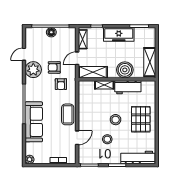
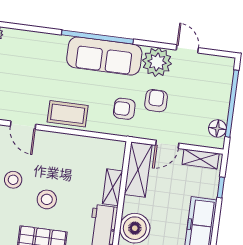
floor lamp: (51, 32) -> (217, 128), moved
door: (77, 58) -> (167, 144), swing flipped
sofa: (34, 122) -> (104, 56), moved

